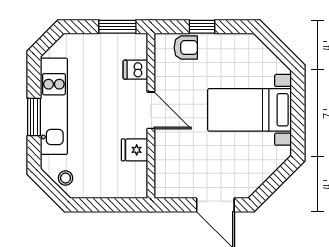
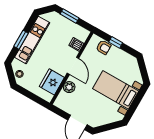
window: (117, 27) -> (70, 16), moved
fridge: (135, 150) -> (52, 82), width x1.88, depth x1.34
plant: (166, 151) -> (69, 87), added

